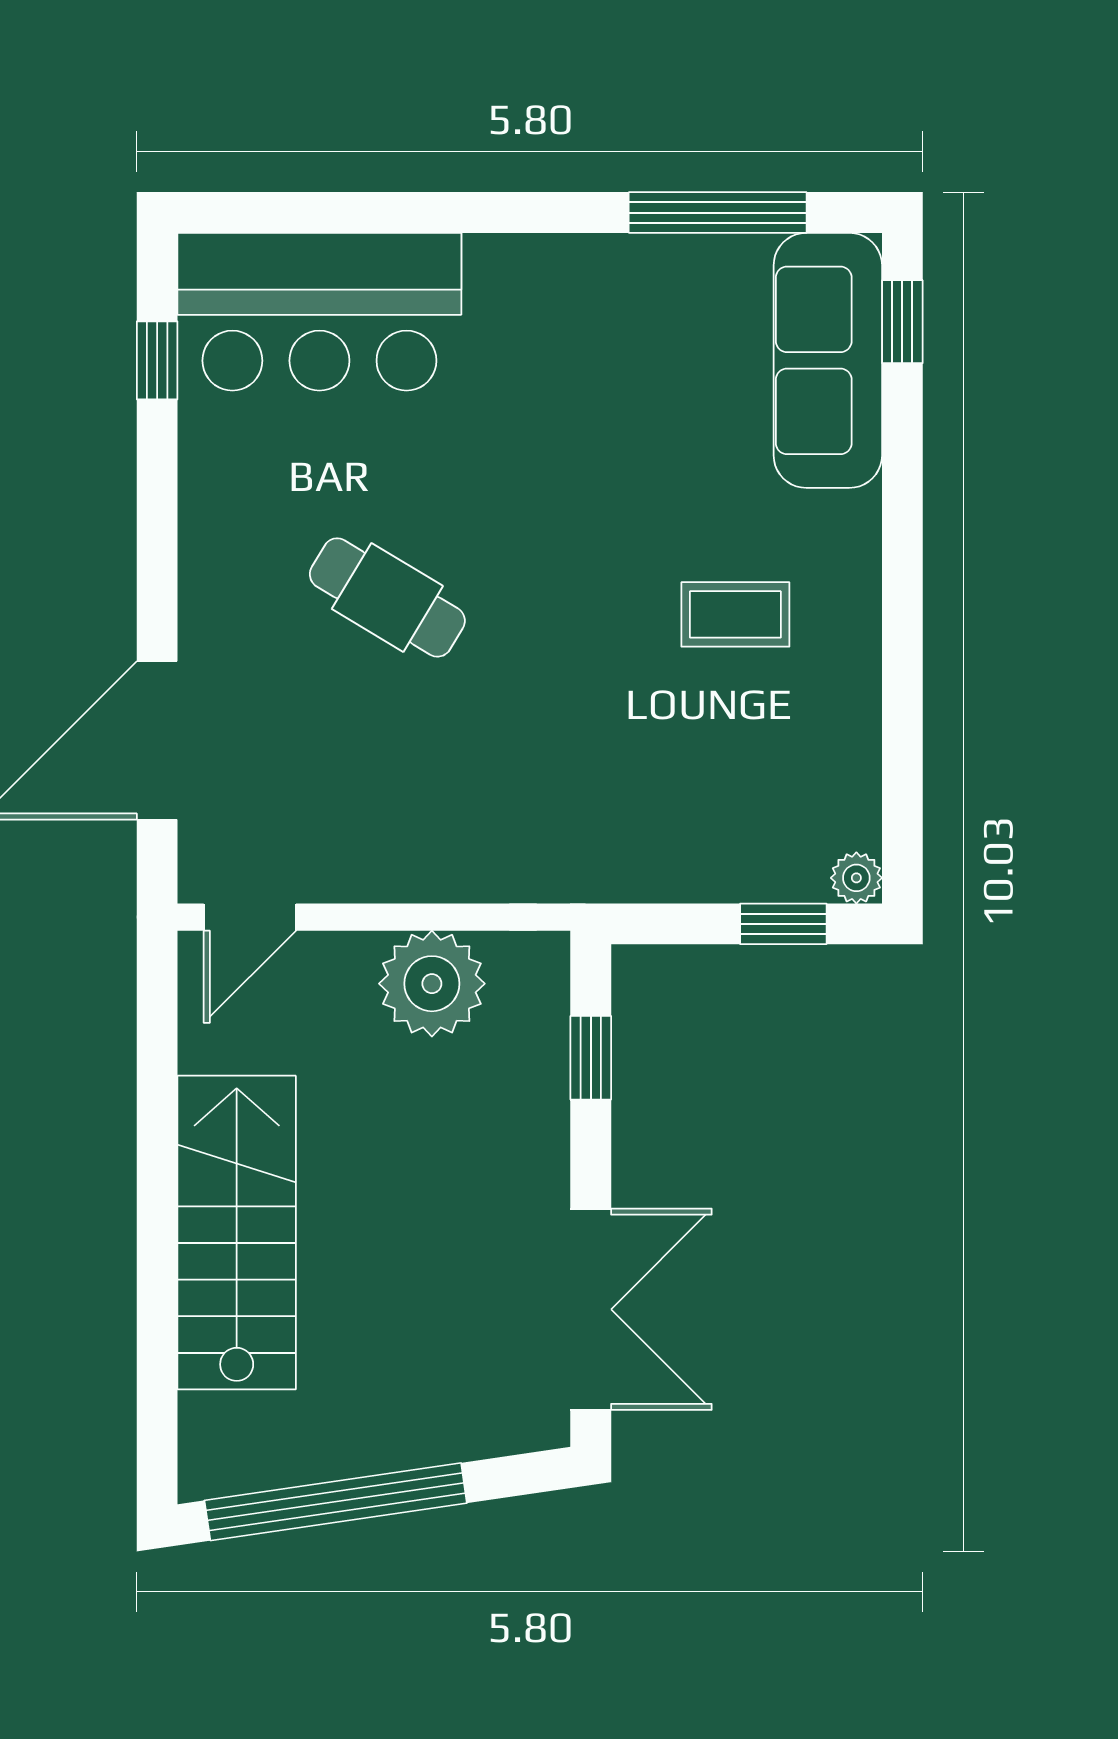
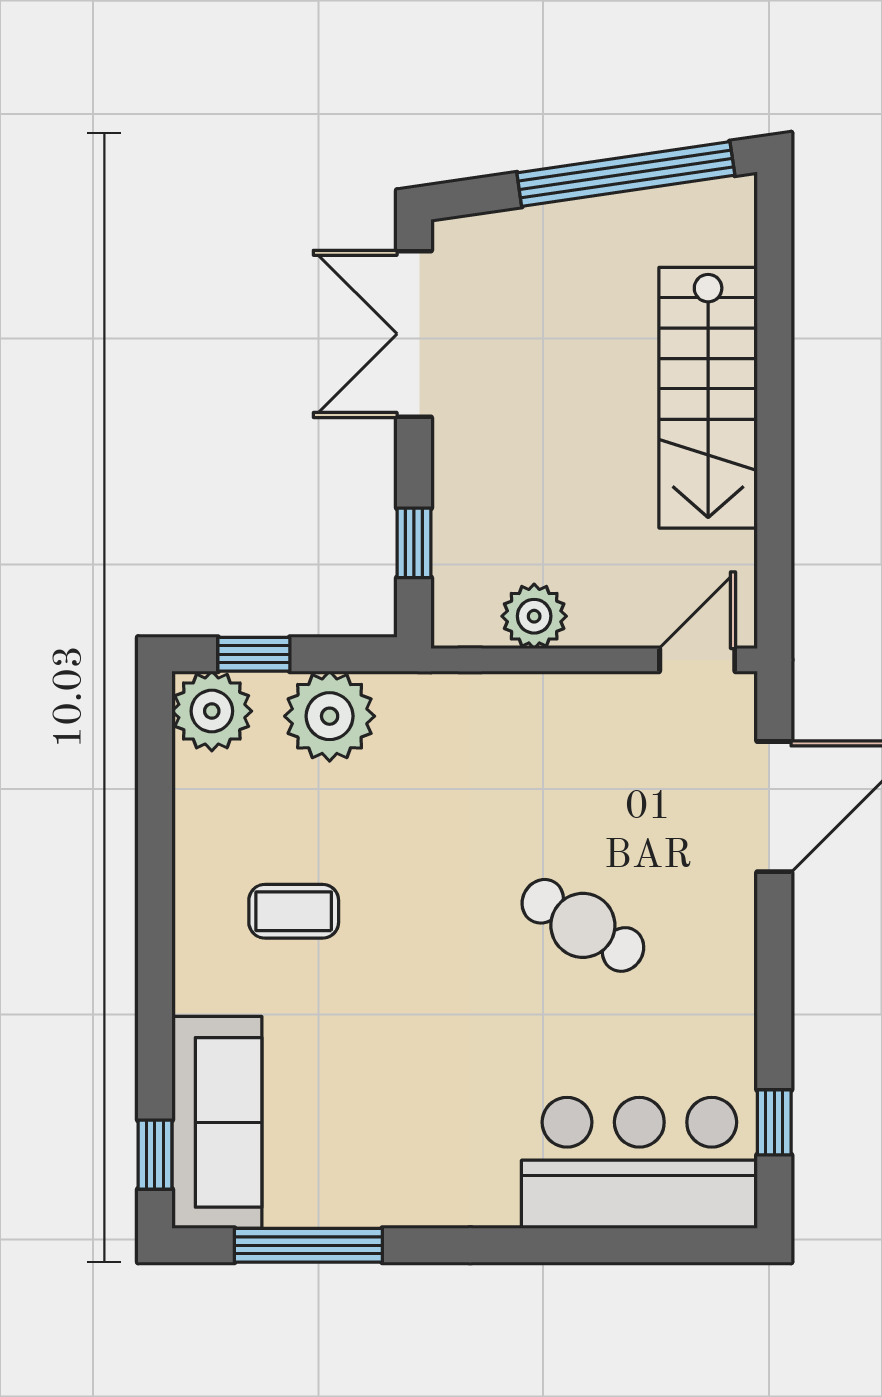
plant: (692, 849) -> (330, 716), added
plant: (856, 878) -> (212, 711), width x1.88, depth x1.88
plant: (432, 984) -> (534, 616), width x0.73, depth x0.73

